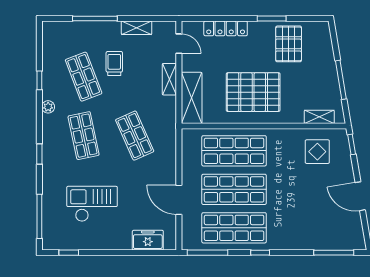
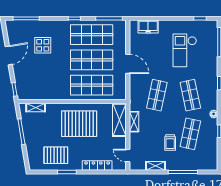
pallet: (289, 44) -> (56, 155), turned 90
shop shelf: (84, 77) -> (190, 134), turned 33
shelving: (169, 79) -> (134, 122), moved
shop shelf: (135, 136) -> (157, 95), turned 36
display table: (317, 152) -> (43, 45), moved
door: (360, 196) -> (9, 55), hinge flipped
door: (179, 200) -> (128, 64), moved
checkout: (92, 204) -> (185, 50), turned 90

